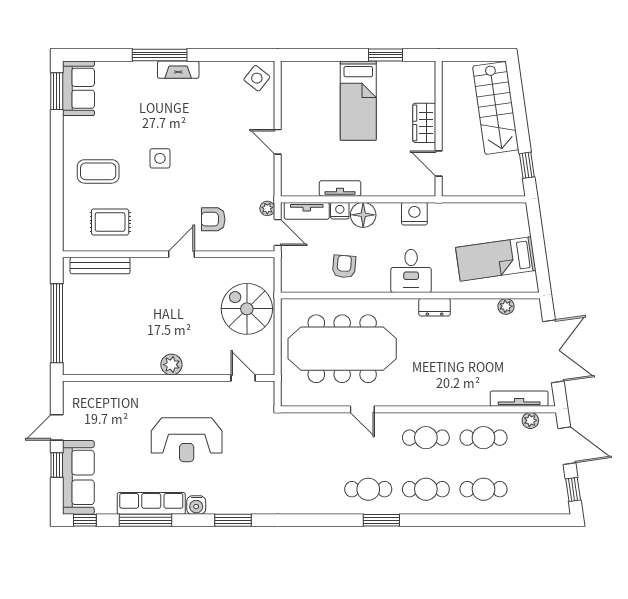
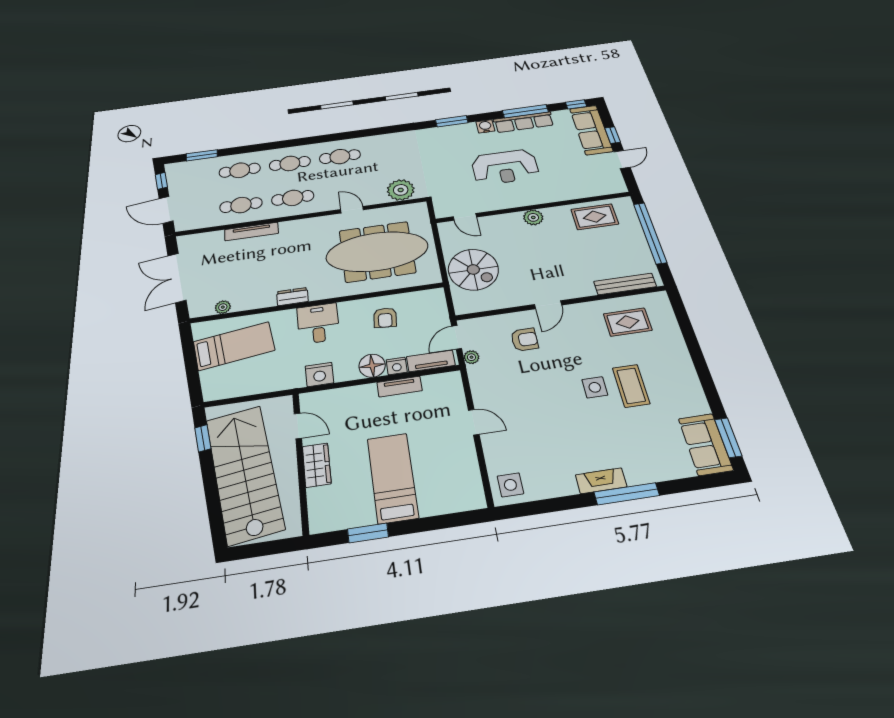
side table: (257, 78) -> (510, 485), turned -38
stairs: (496, 108) -> (244, 473), width x1.36, depth x1.51
coffee table: (98, 171) -> (631, 386), moved, turned 90
door: (278, 233) -> (457, 337), hinge flipped
rug: (107, 354) -> (595, 217), added
tv unit: (519, 399) -> (251, 231), moved
plant: (530, 420) -> (401, 190), moved, width x1.87, depth x1.87
reception desk: (187, 440) -> (505, 167), turned 180
window: (381, 520) -> (202, 155), moved

